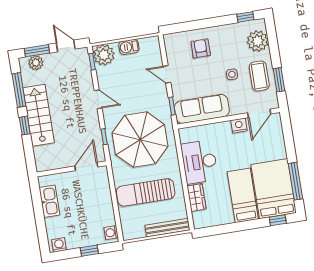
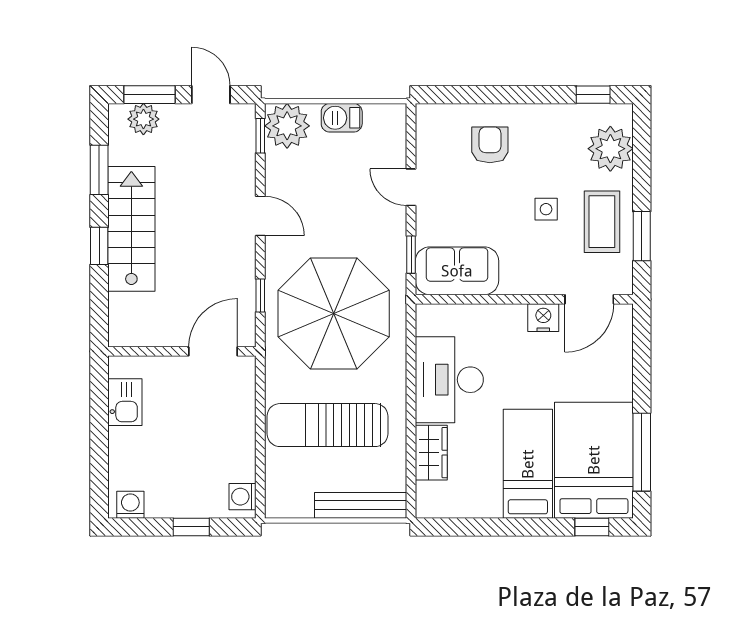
window: (19, 90) -> (99, 170), width x0.69
sofa: (202, 109) -> (457, 271), width x0.73
kitchen sink: (49, 201) -> (125, 402), width x0.73

